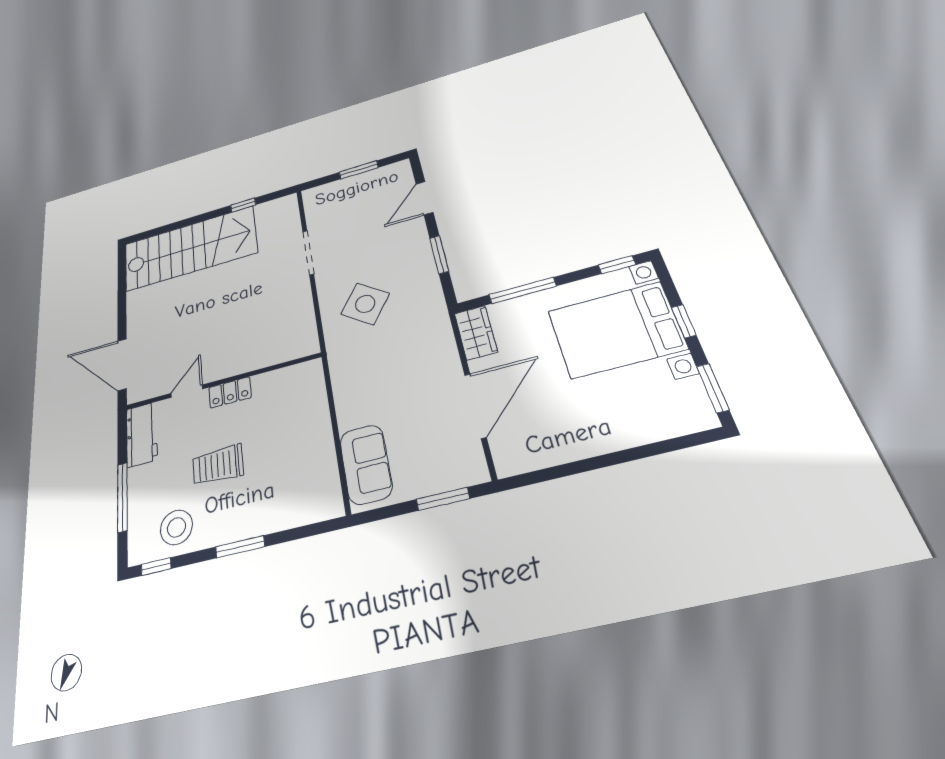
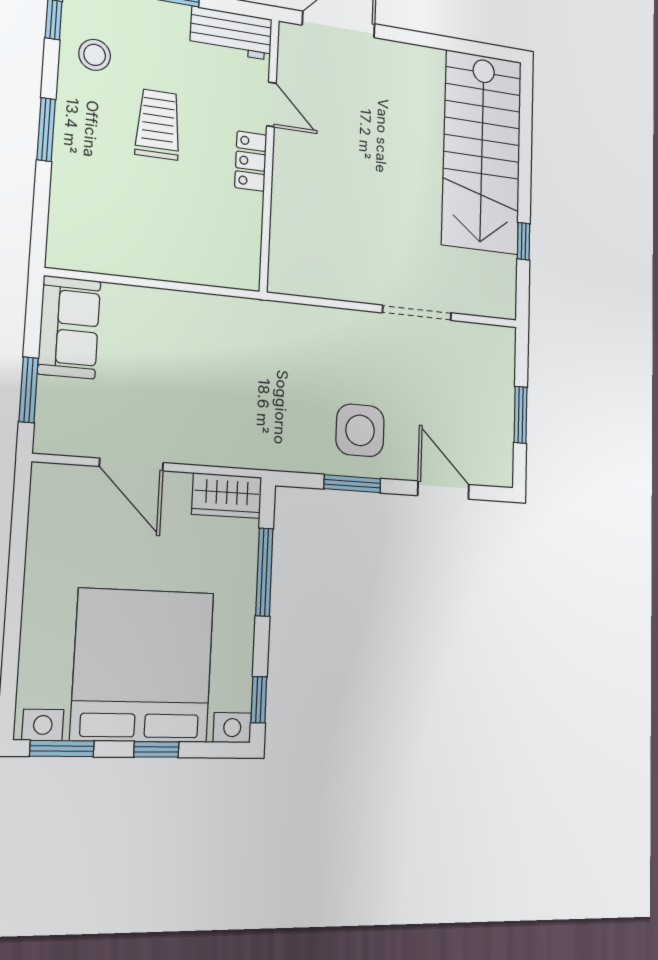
side table: (365, 304) -> (360, 430), moved, turned -36
bed with nightstands: (616, 330) -> (143, 666), width x1.36
door: (475, 406) -> (131, 465), width x0.73
sofa: (366, 464) -> (69, 327), moved, turned -90
stool: (176, 527) -> (95, 55), width x0.73, depth x0.73

